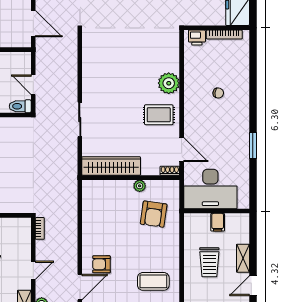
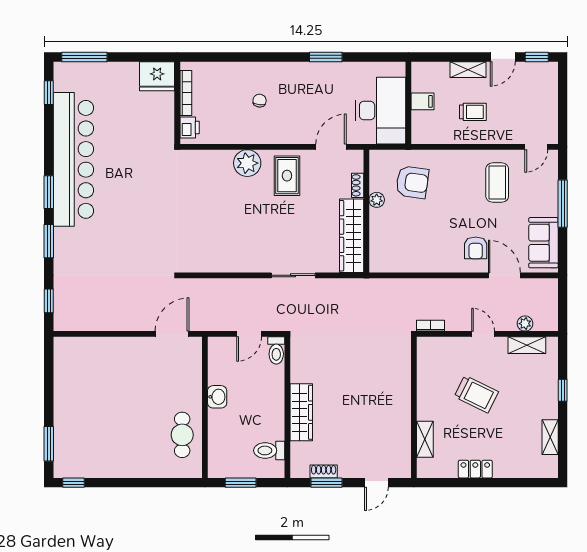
shoe rack: (170, 171) -> (358, 185), moved
trolley: (209, 262) -> (473, 112), width x0.73, depth x0.72
door: (253, 286) -> (503, 57), hinge flipped

